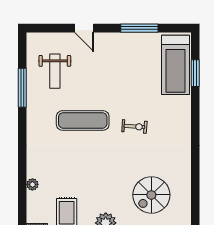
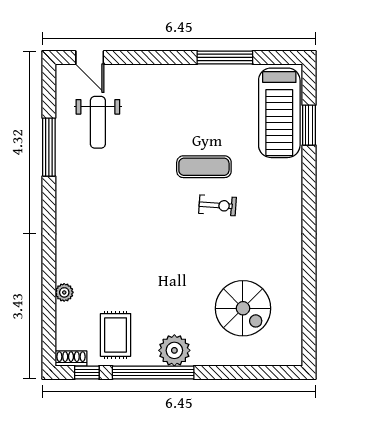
door: (84, 28) -> (90, 57), moved
exercise mat: (83, 120) -> (204, 167), moved, width x0.73, depth x0.69
spiral stairs: (151, 195) -> (243, 308), turned -90

